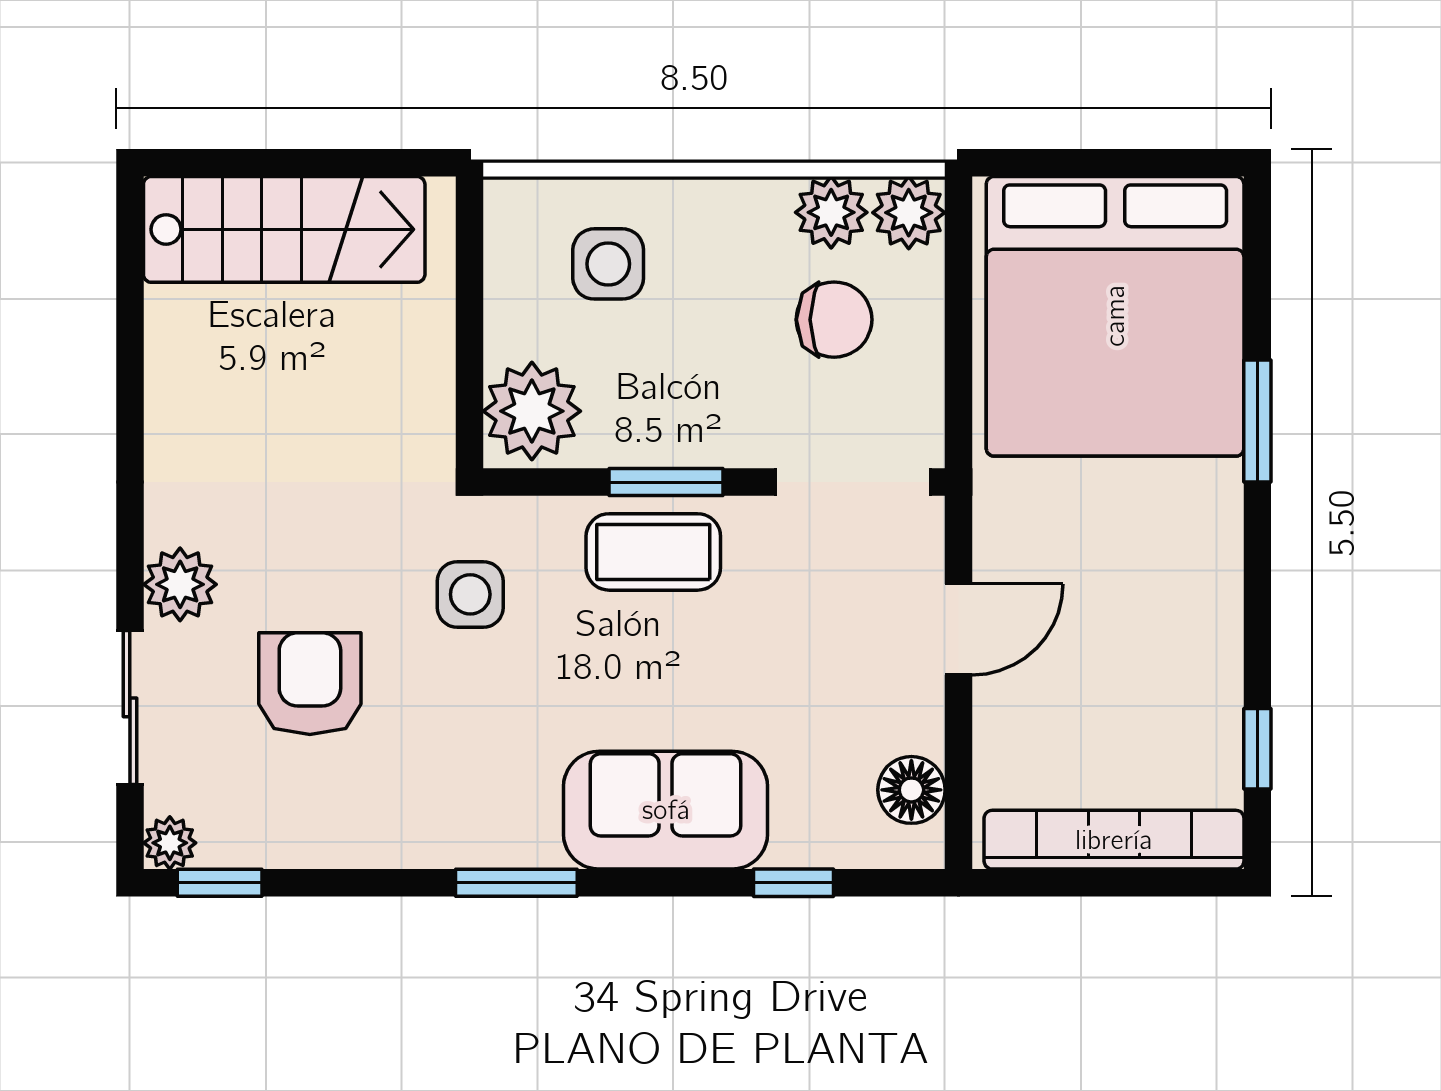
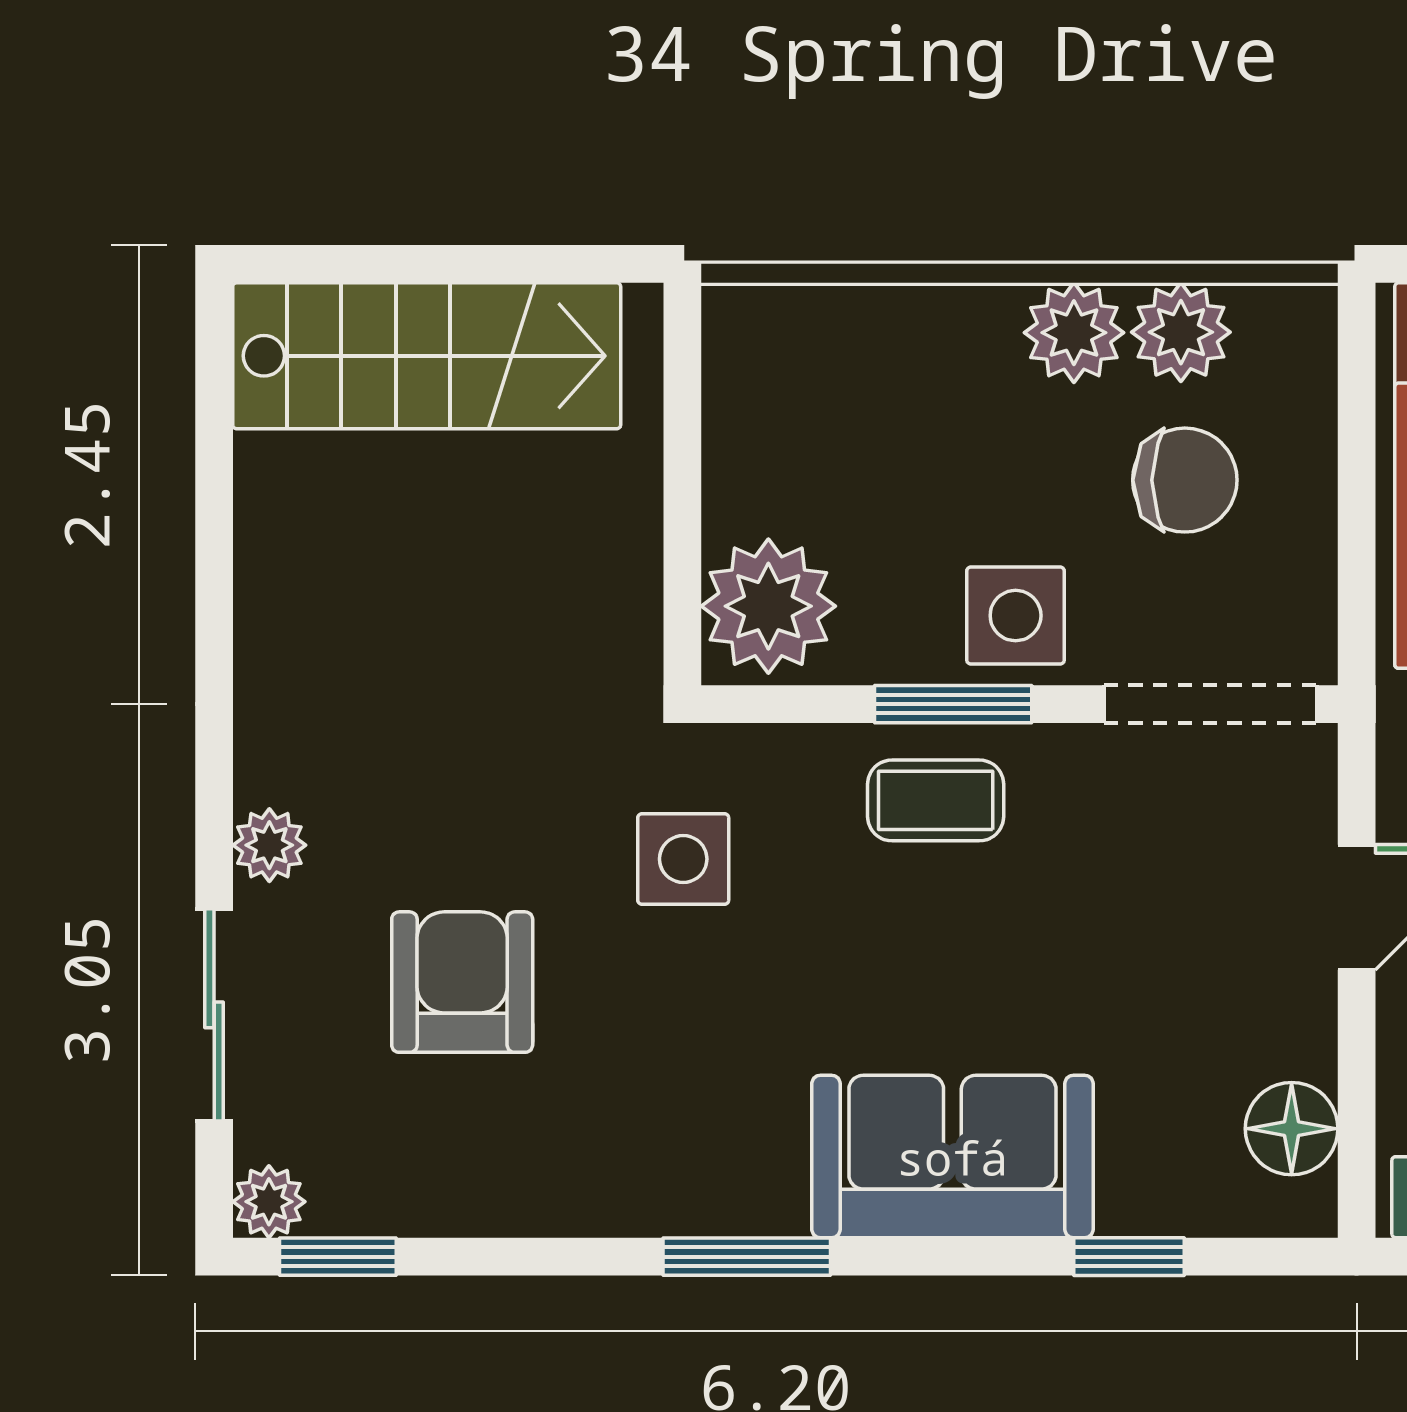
plant: (909, 213) -> (1074, 333), moved
side table: (608, 264) -> (1016, 616), moved
coffee table: (653, 552) -> (936, 800), width x0.73, depth x0.77
plant: (180, 584) -> (269, 845), width x0.73, depth x0.73

